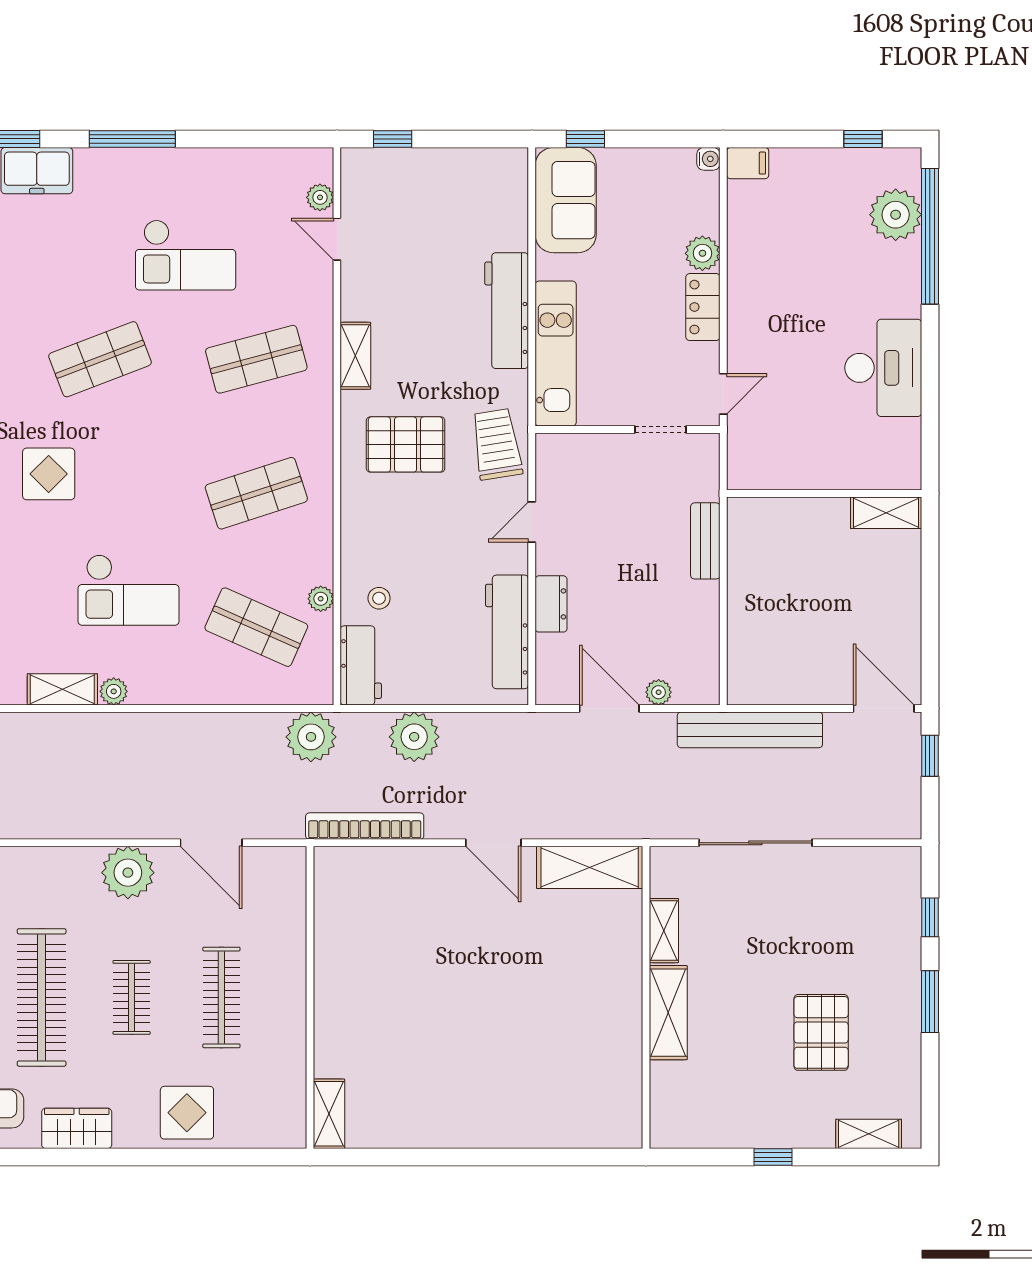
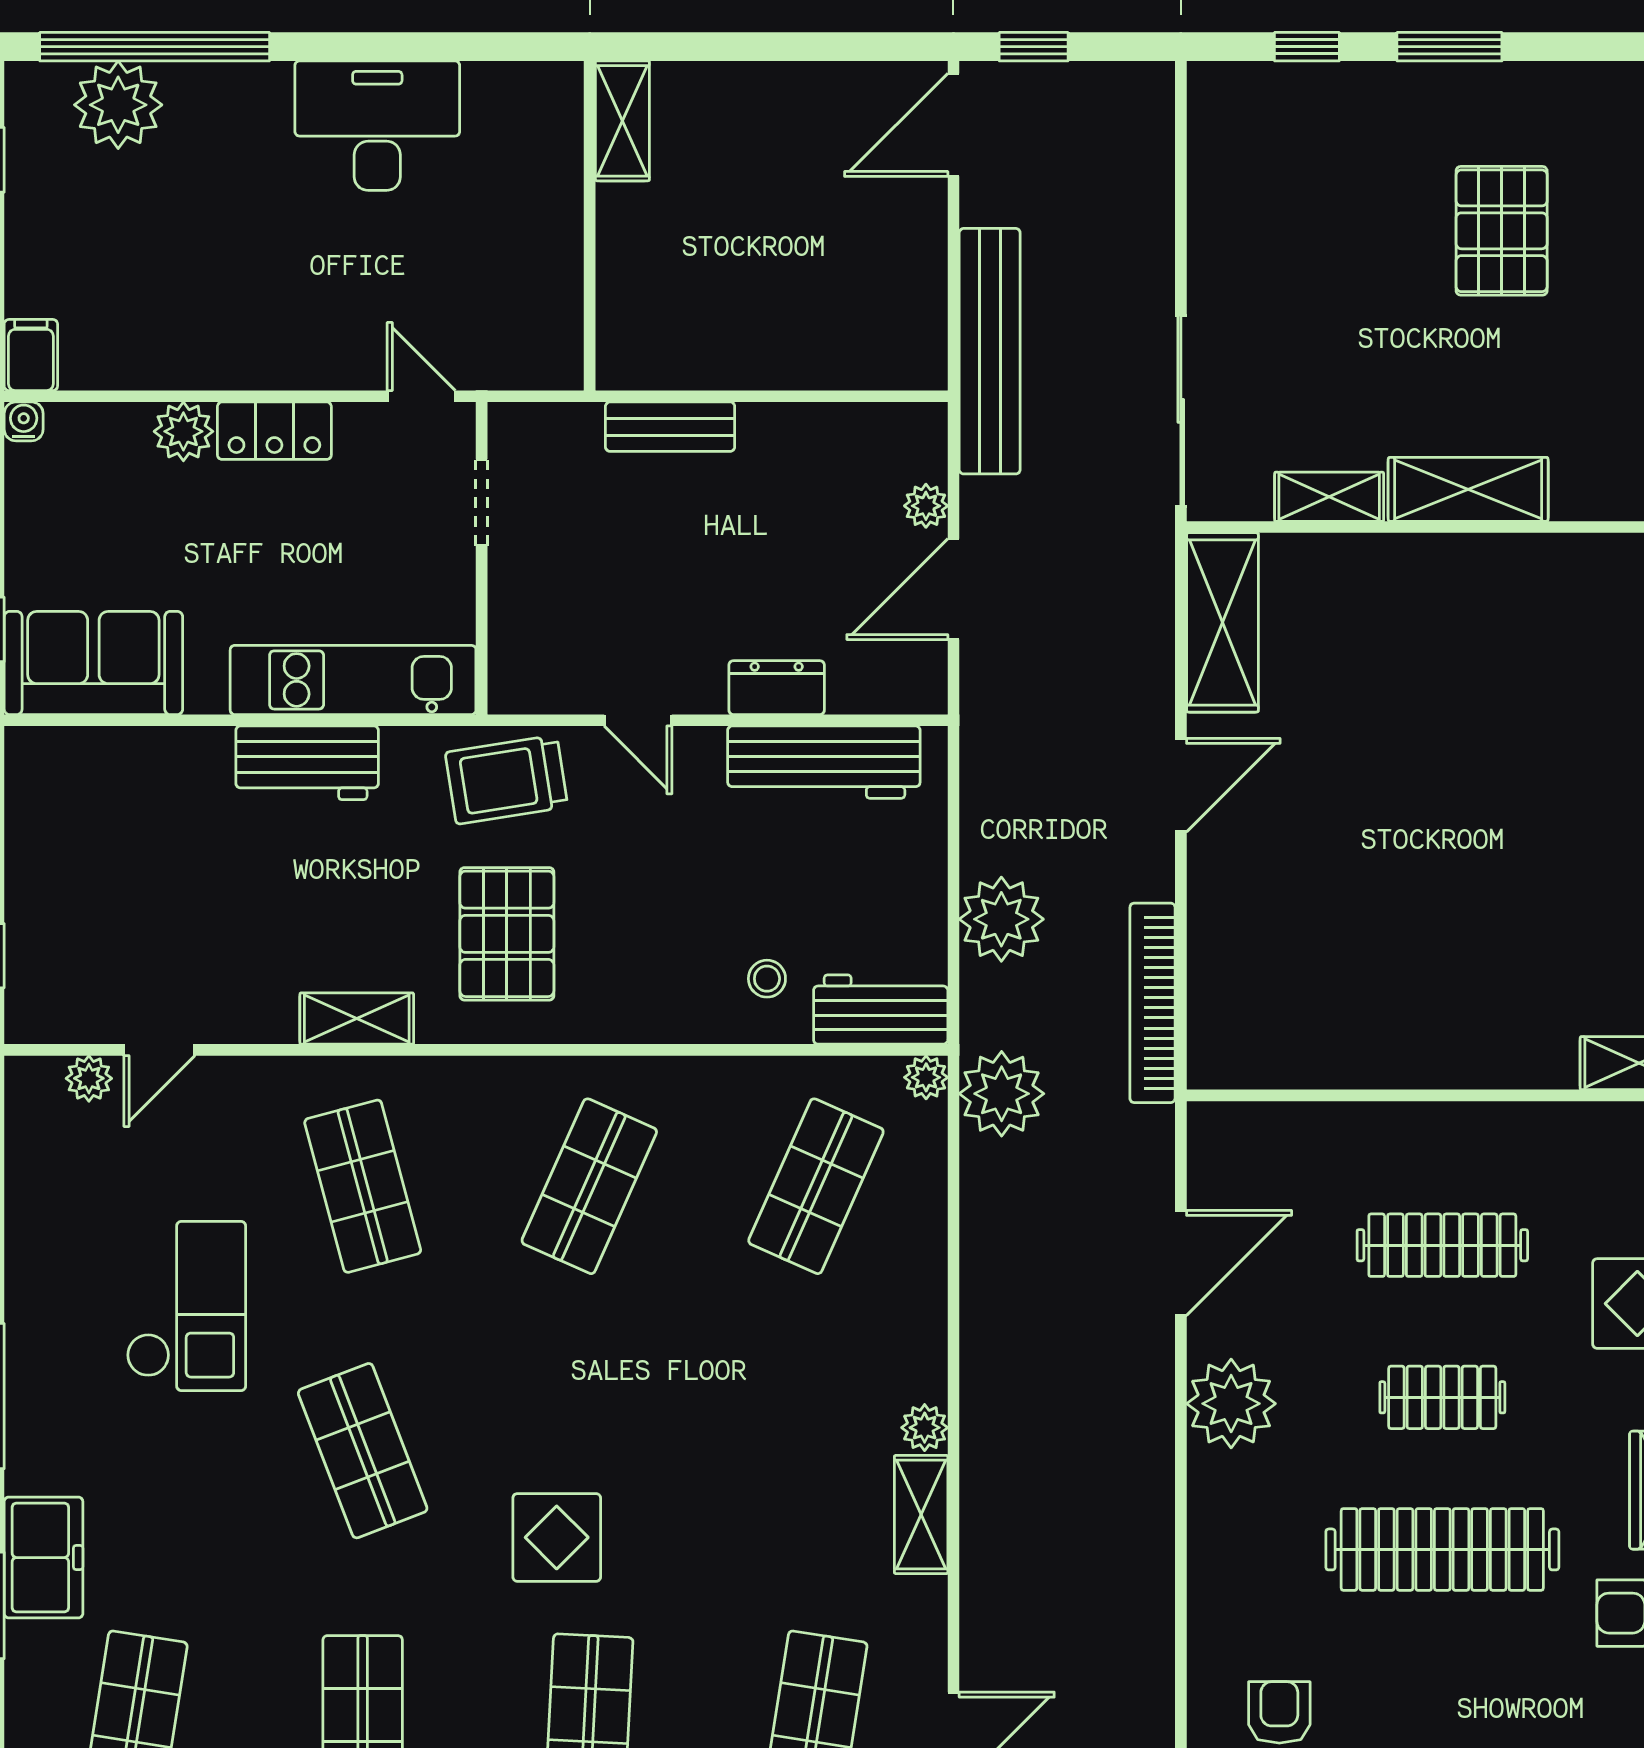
workbench: (507, 311) -> (307, 763), width x0.73
shop shelf: (256, 493) -> (589, 1186), turned 42
checkout: (129, 590) -> (753, 1402), removed
plant: (321, 599) -> (926, 1077), moved
sliding door: (755, 843) -> (1181, 411), moved
pallet: (821, 1032) -> (1502, 231), turned 90

